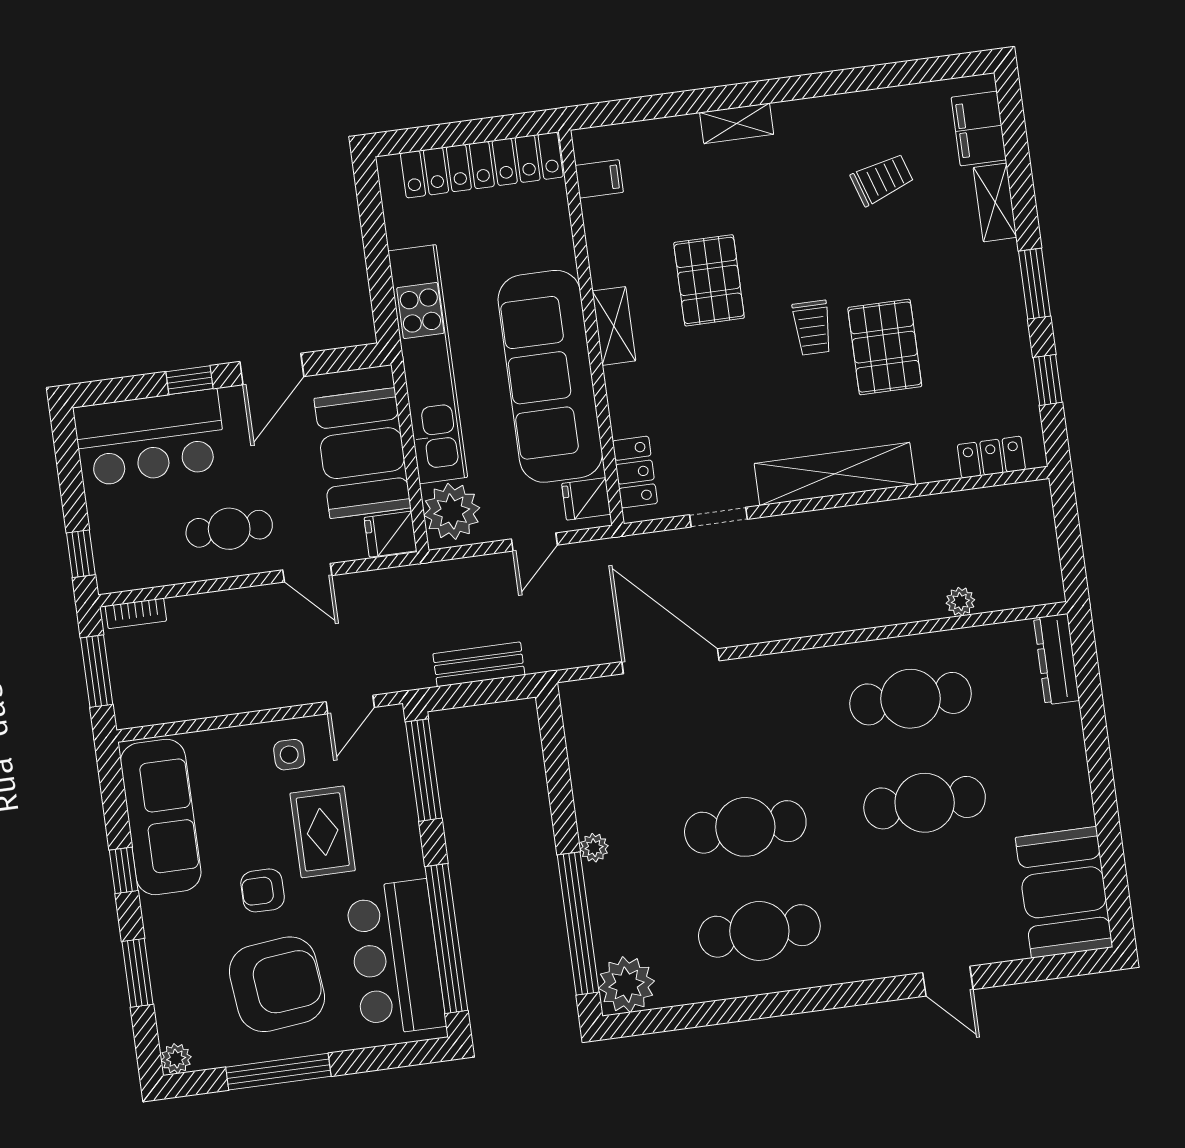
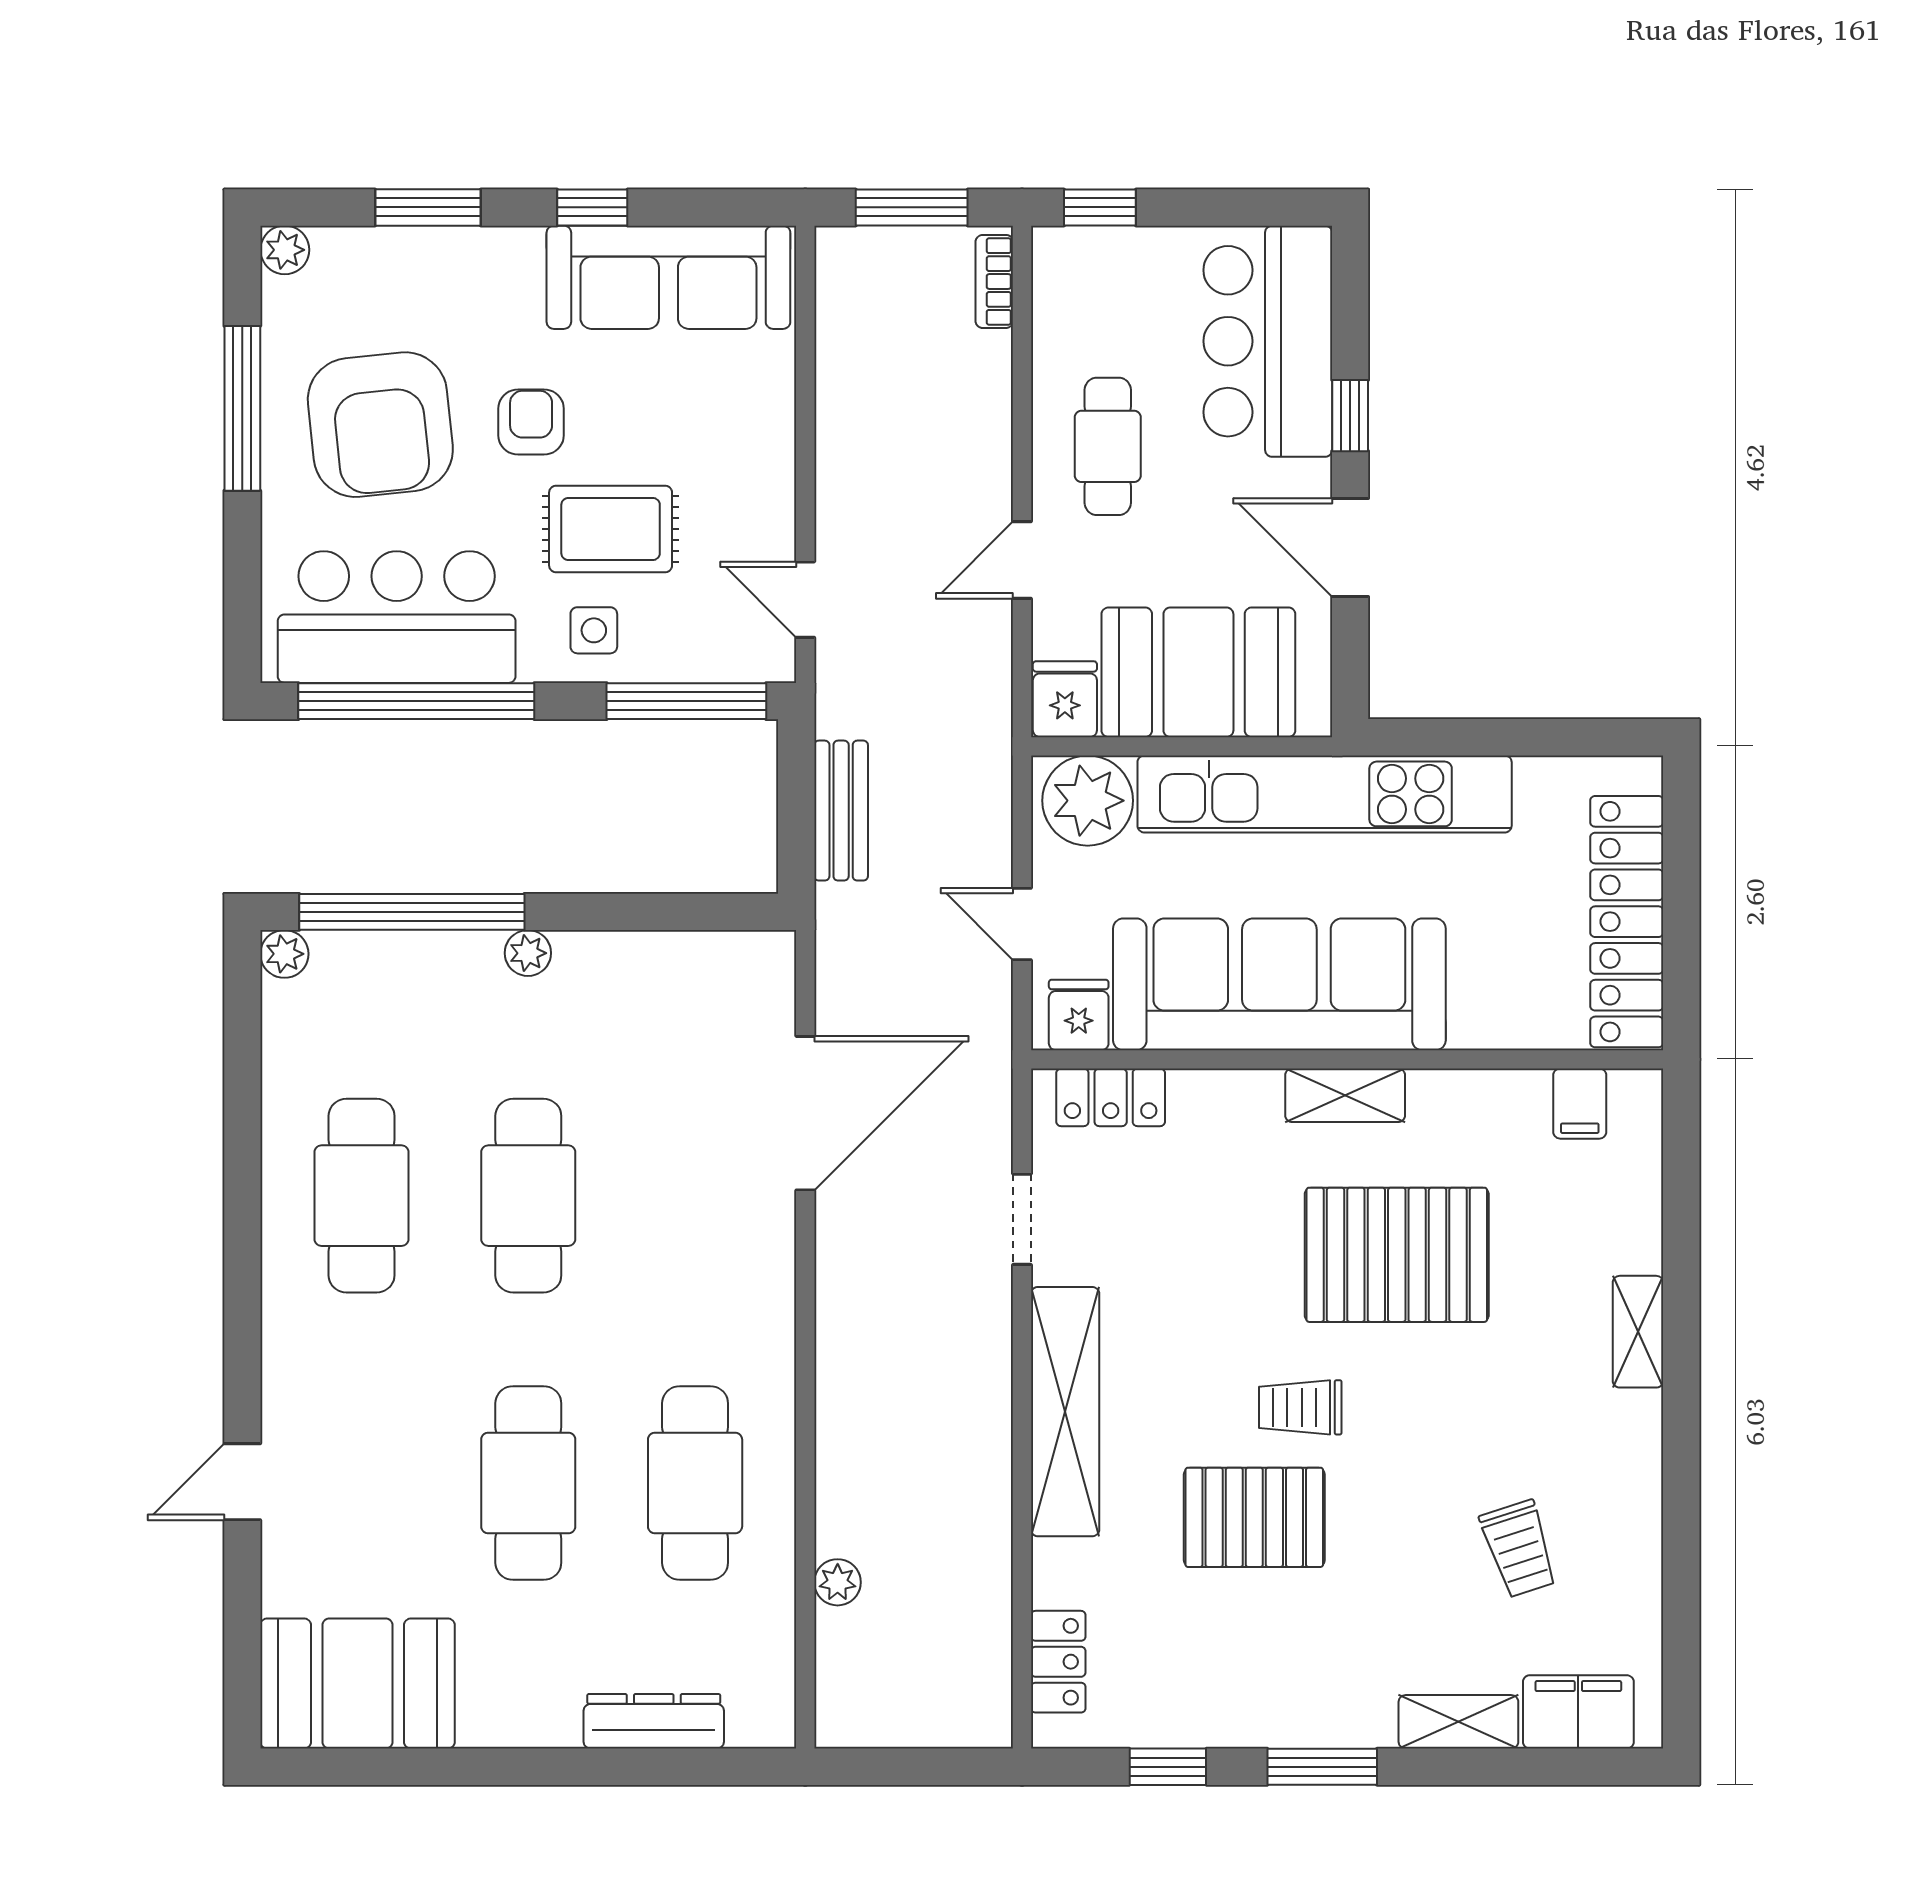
pallet: (709, 280) -> (1397, 1255), width x1.37, depth x1.41
dresser: (1057, 659) -> (654, 1721), moved
side table: (289, 755) -> (594, 630), moved
plant: (626, 985) -> (284, 954), width x0.53, depth x0.53

